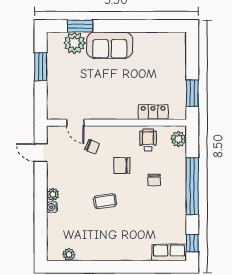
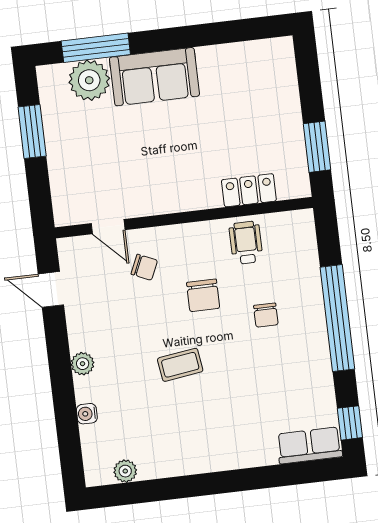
window: (80, 26) -> (96, 48), width x1.44
plant: (178, 139) -> (302, 234), removed
chair: (122, 165) -> (203, 295), turned -90
water cooler: (52, 207) -> (87, 414), moved

